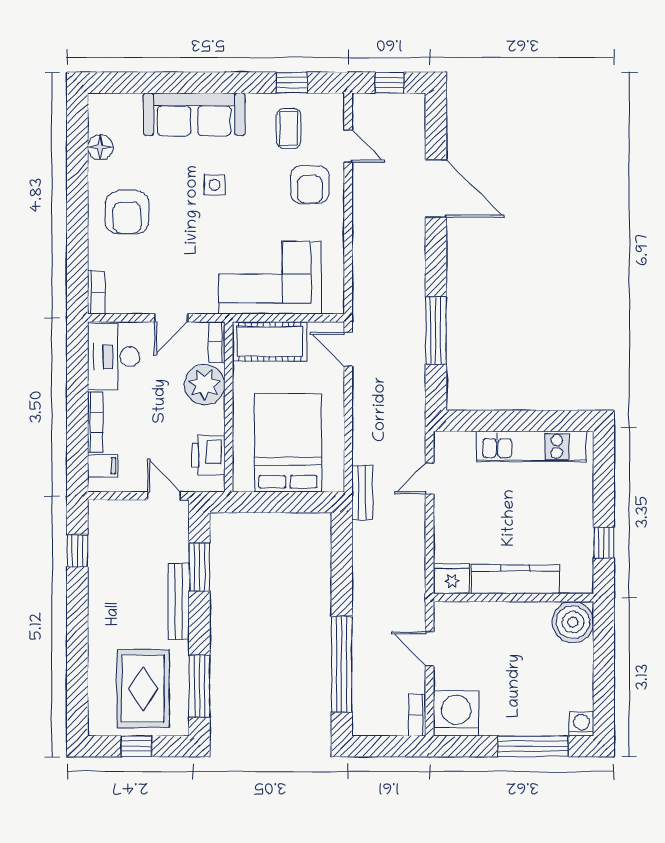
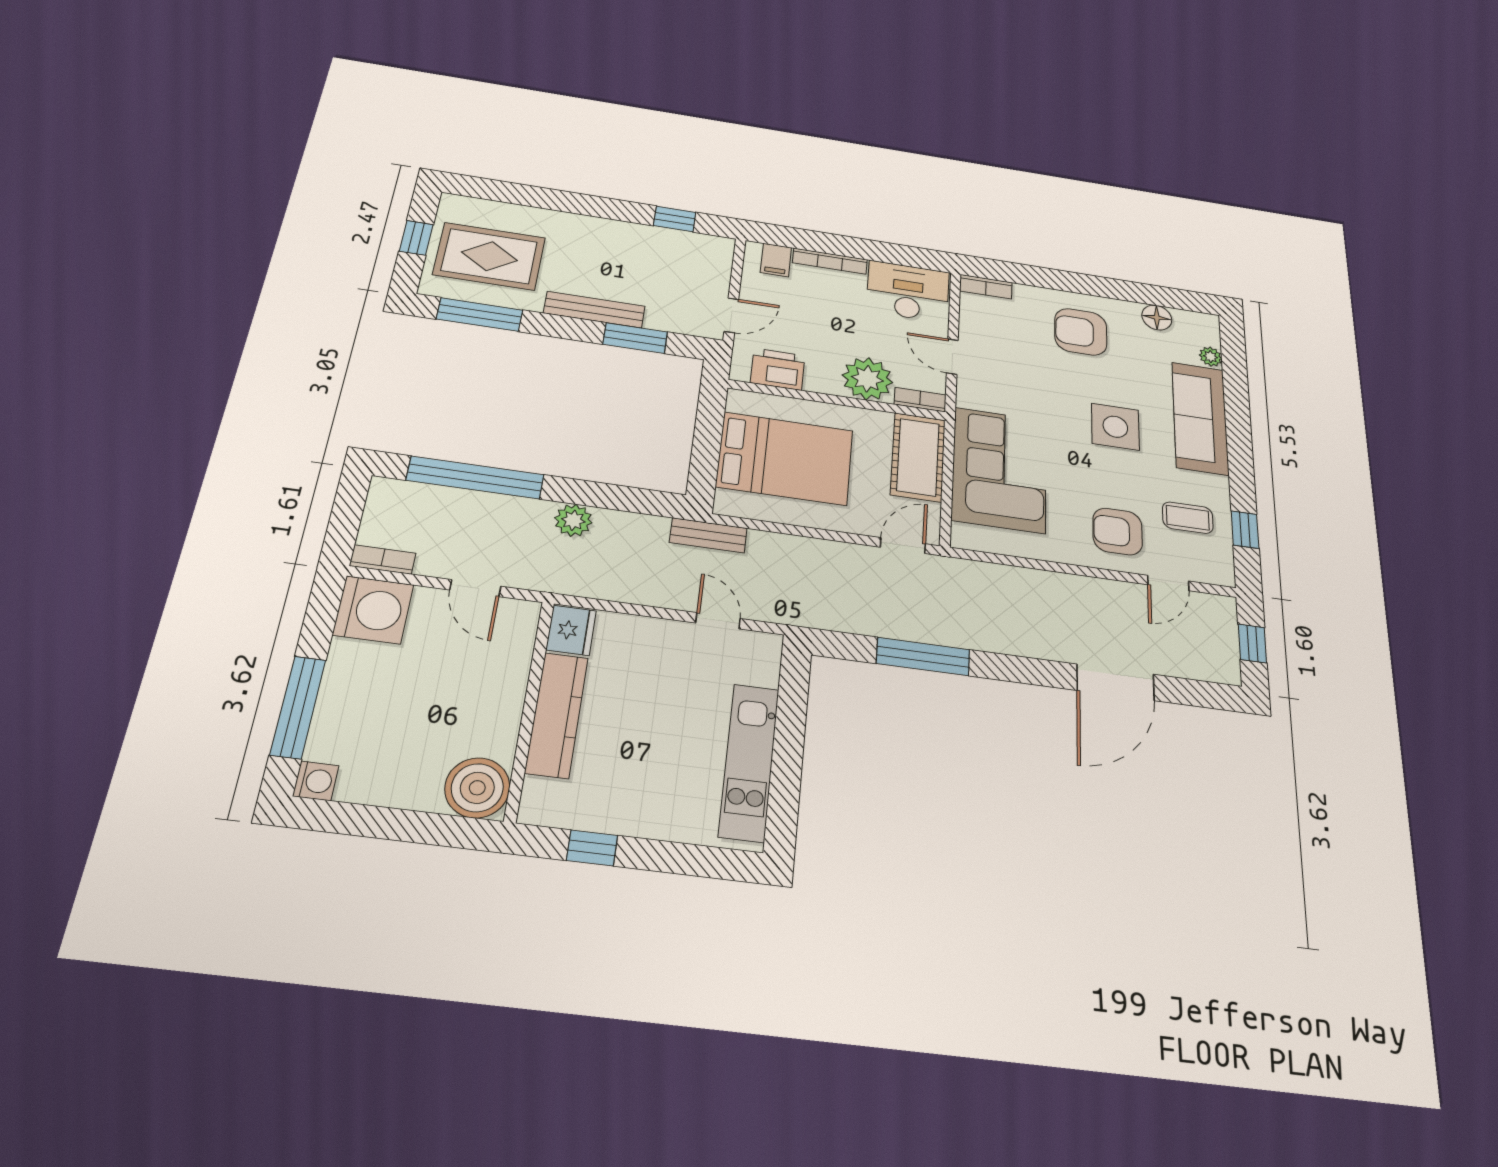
plant: (132, 103) -> (1211, 357), added
side table: (215, 185) -> (1115, 427), width x1.87, depth x1.87
plant: (366, 590) -> (573, 520), added
door: (430, 649) -> (475, 588), swing flipped

